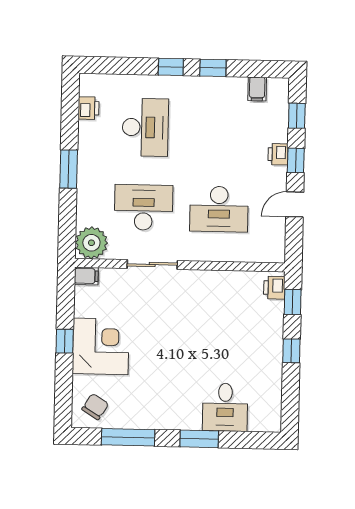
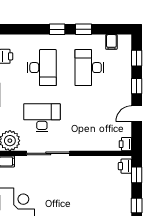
printer: (278, 154) -> (125, 144), moved
desk: (219, 209) -> (89, 68), moved, turned 90
sliding door: (152, 264) -> (48, 153), width x1.37

